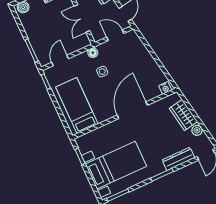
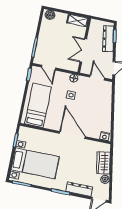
door: (60, 61) -> (49, 68), swing flipped
door: (132, 110) -> (72, 135), hinge flipped

